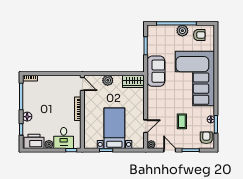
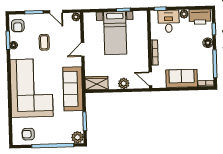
plant: (182, 31) -> (77, 137), moved
sofa: (156, 71) -> (73, 89), width x1.36
sofa: (53, 84) -> (182, 78), added
door: (146, 126) -> (83, 50), moved

